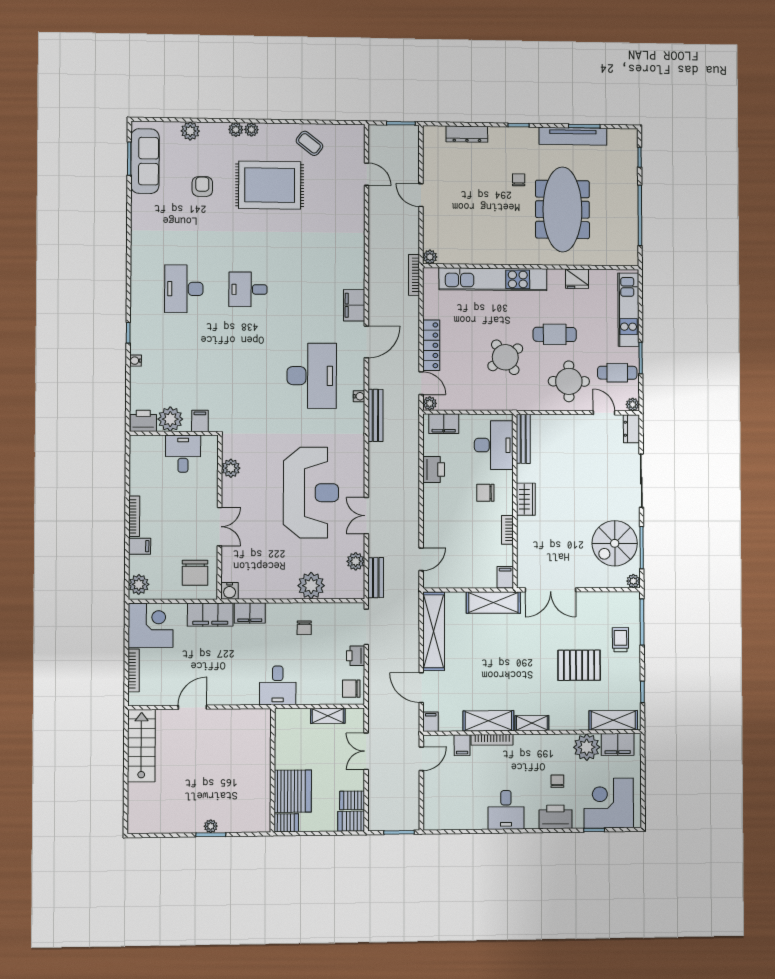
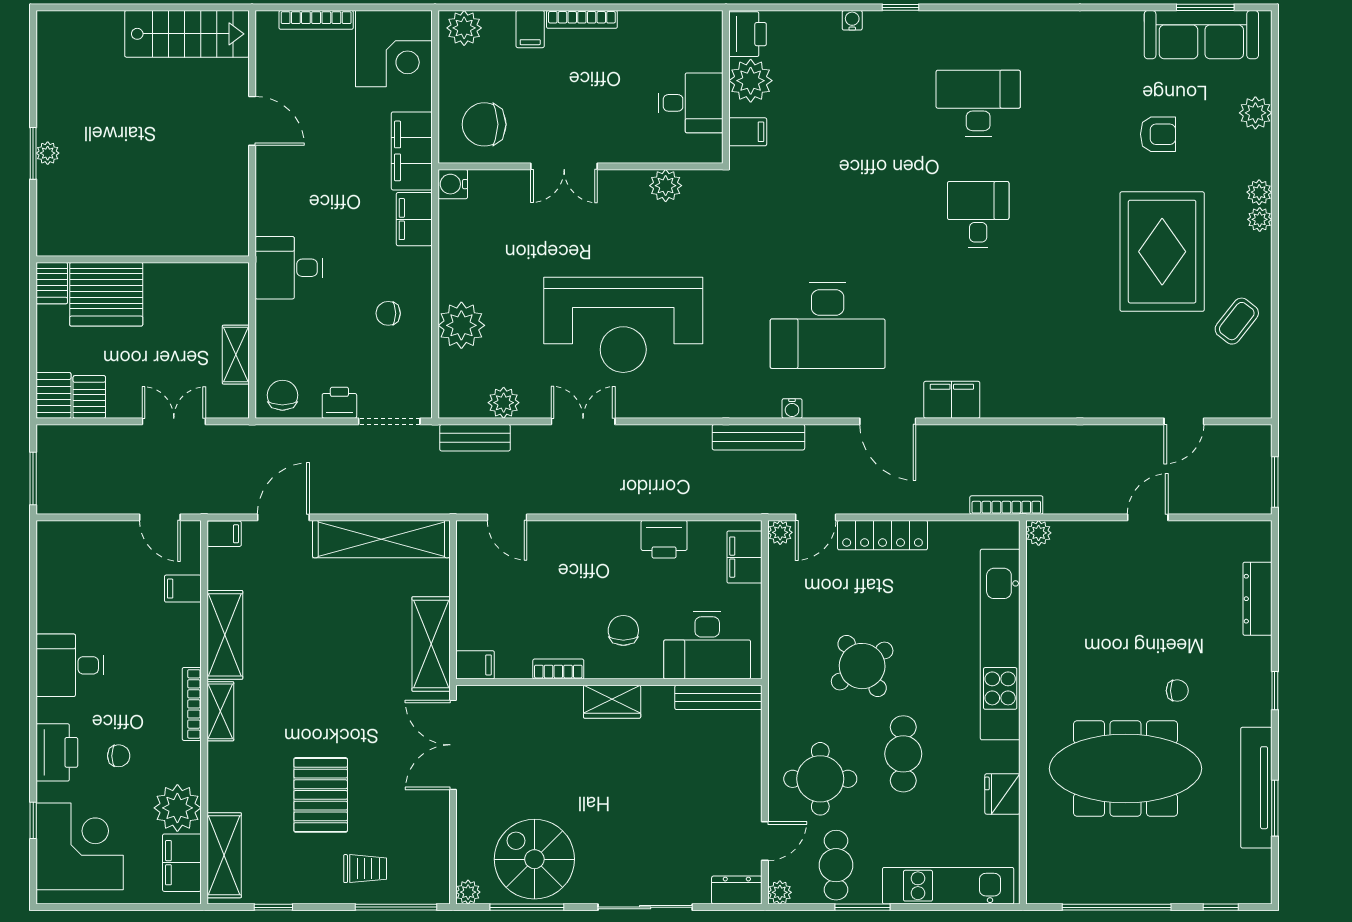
bookcase: (492, 740) -> (192, 704), moved

